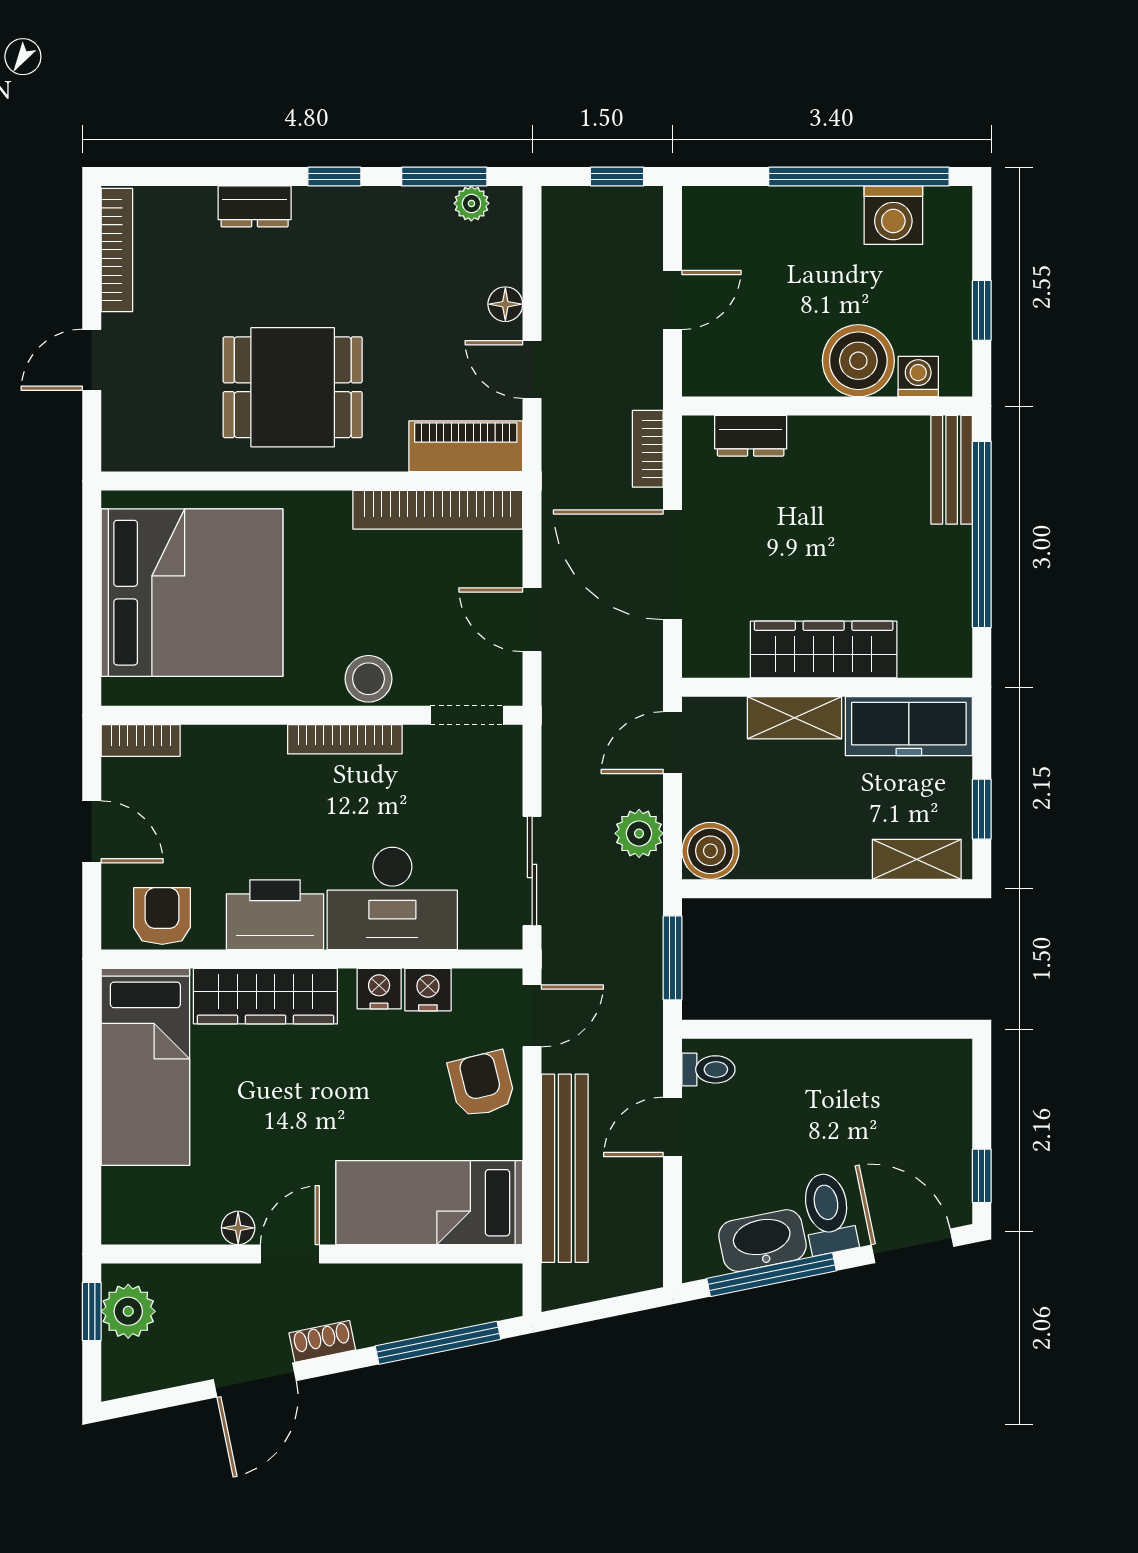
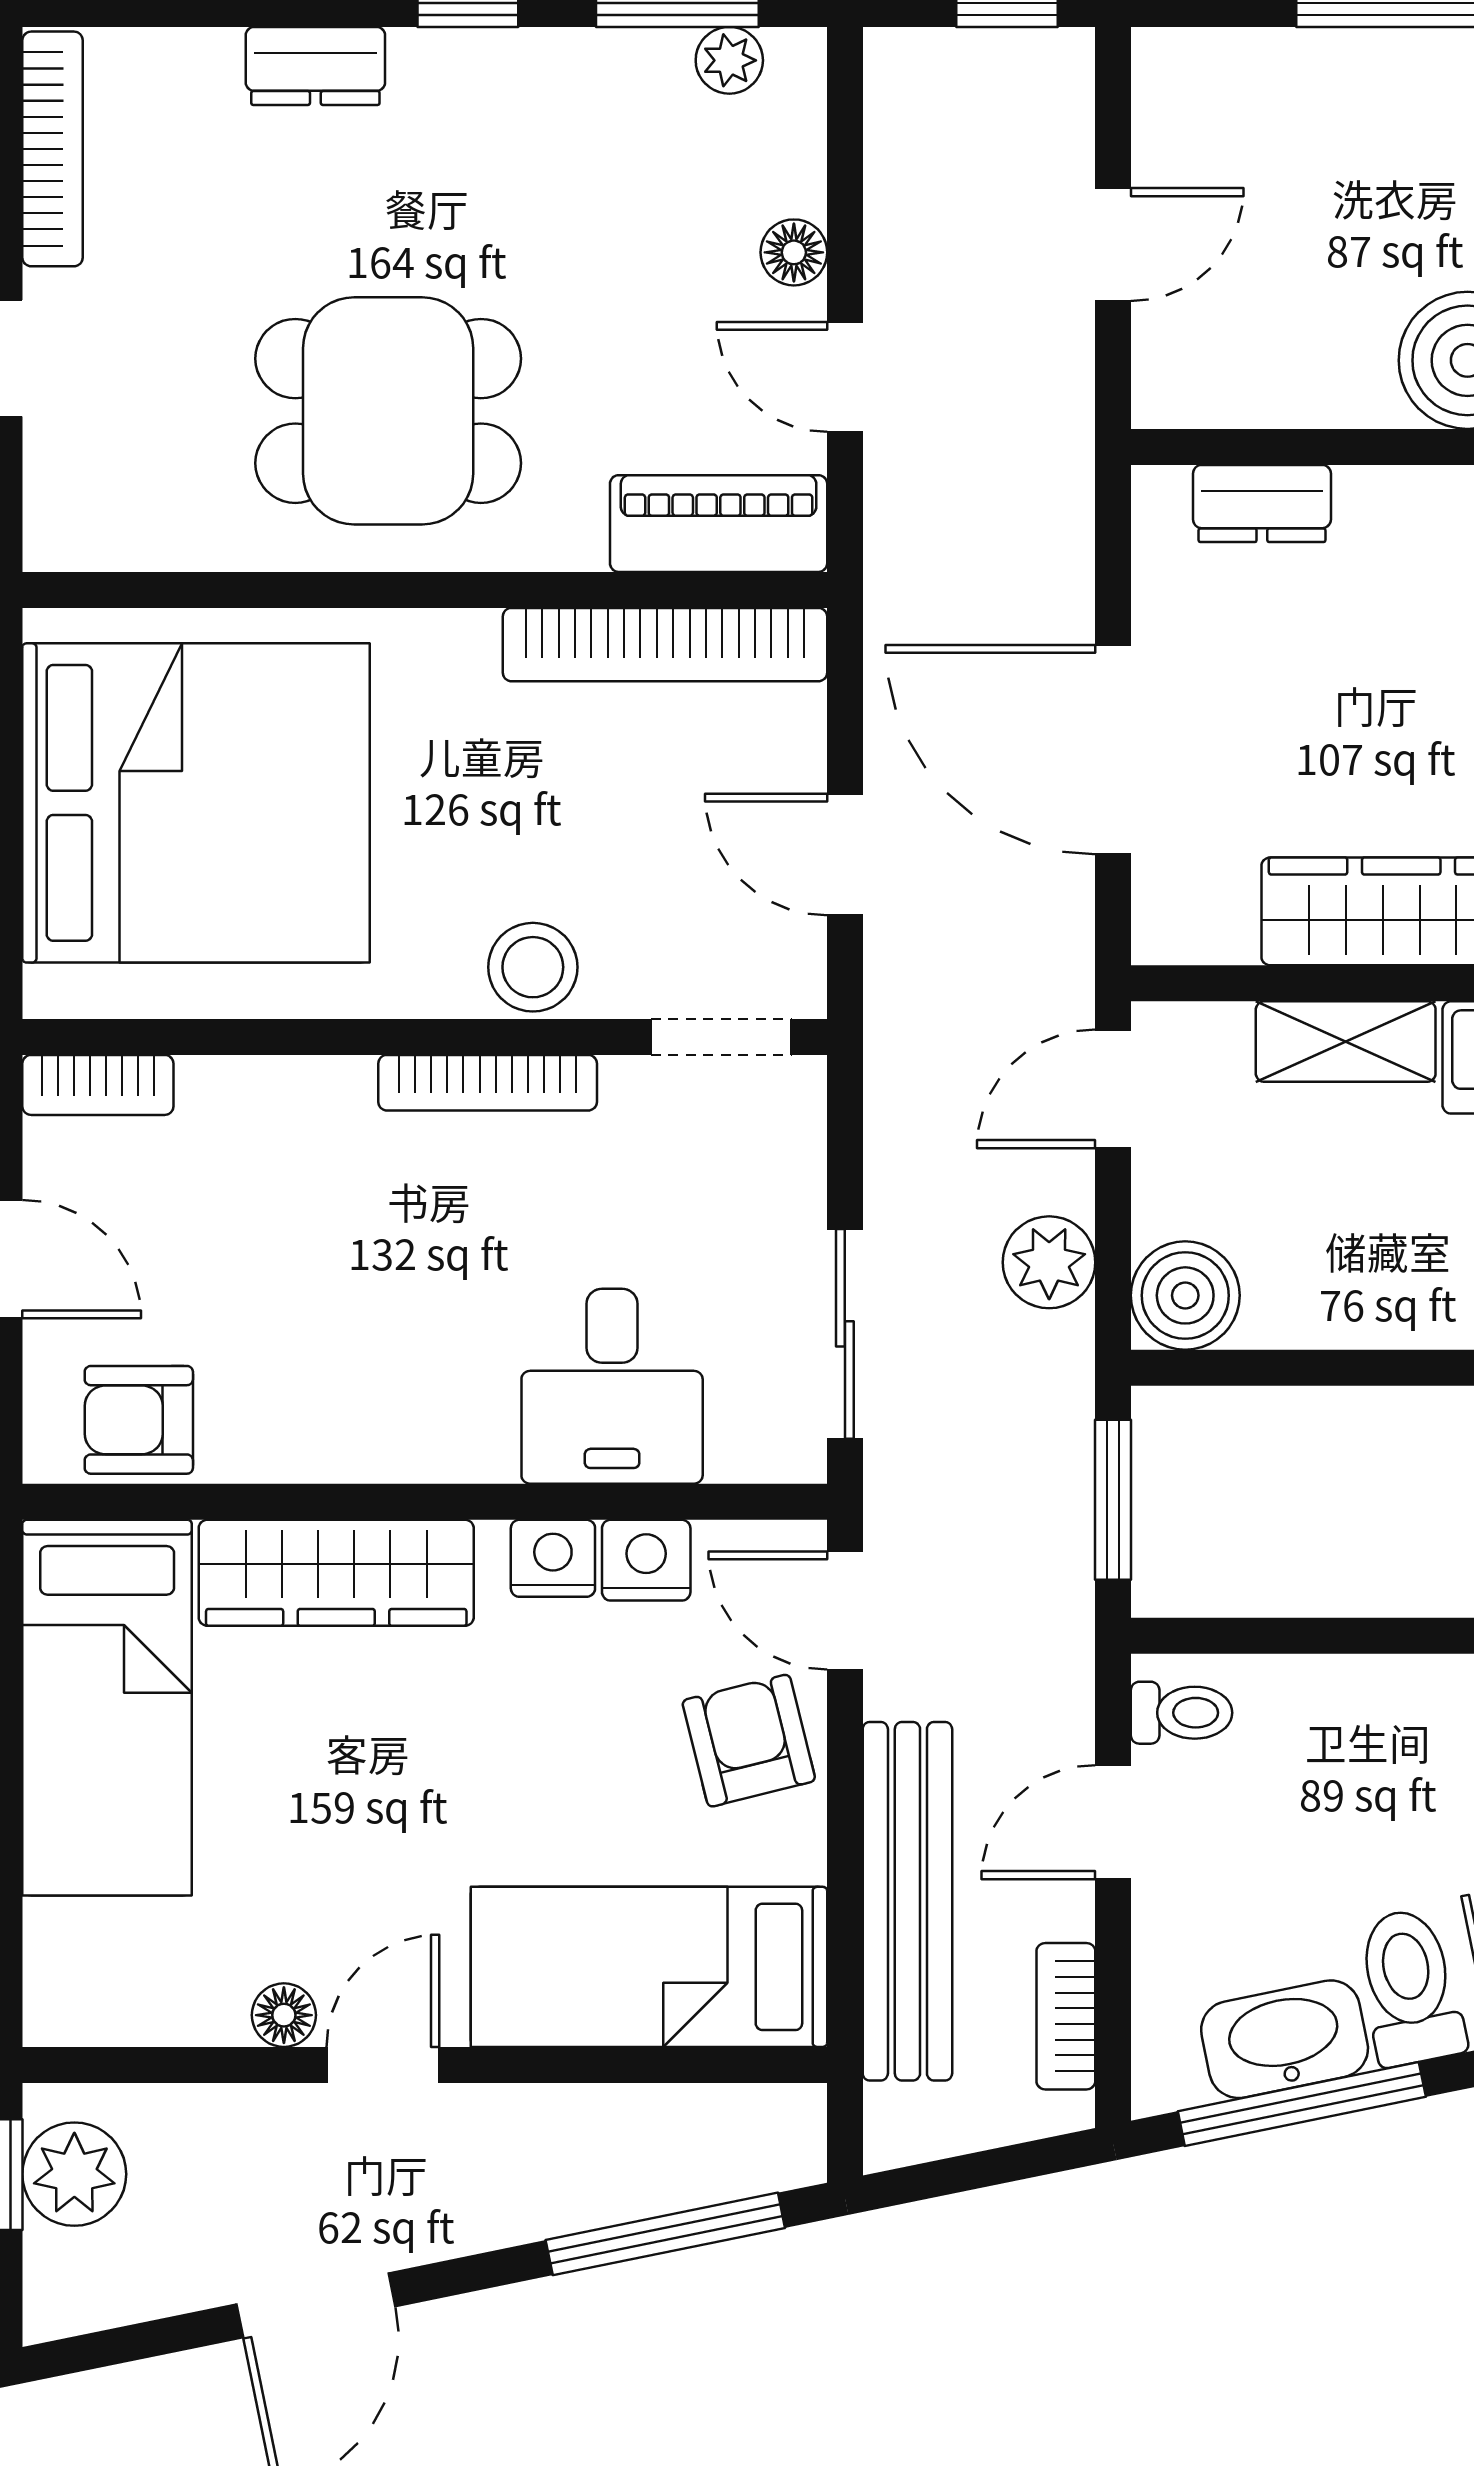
bookcase: (648, 449) -> (1066, 2016), moved
desk: (392, 898) -> (612, 1386), width x0.73
printer: (275, 915) -> (354, 1417), removed
armchair: (162, 916) -> (139, 1420), turned -90
door: (532, 1016) -> (845, 1610), swing flipped
shoe rack: (322, 1341) -> (445, 2231), removed

